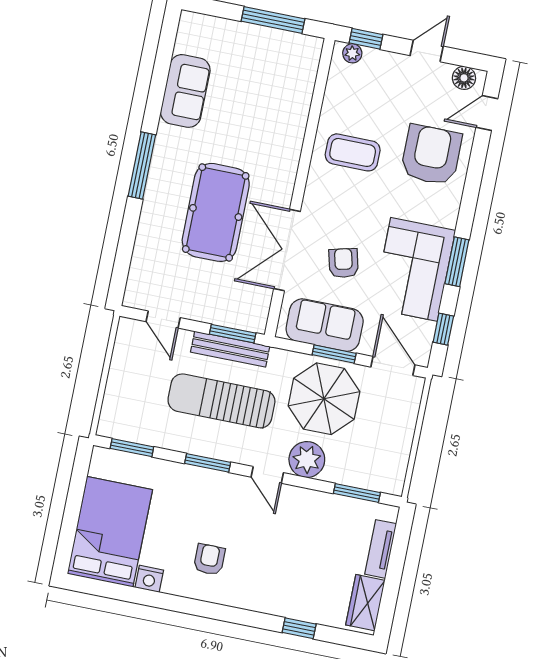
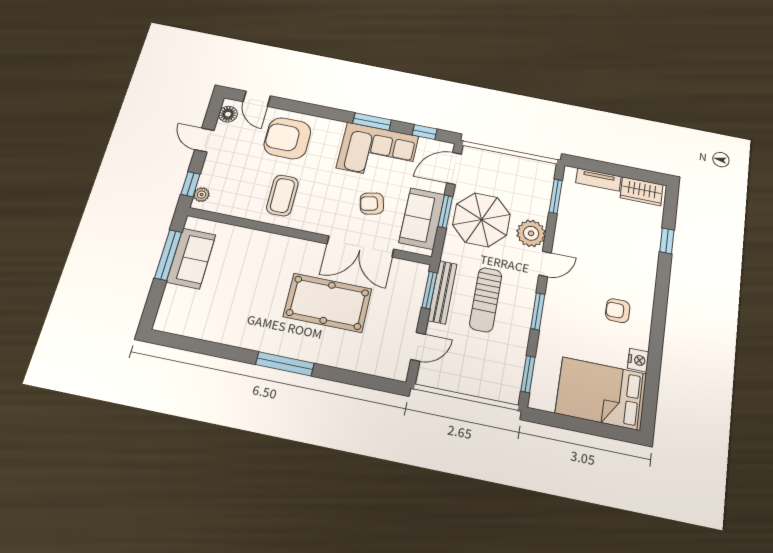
sofa: (185, 91) -> (191, 258), moved, turned 90
sun lounger: (221, 401) -> (486, 300), width x0.73, depth x0.75

